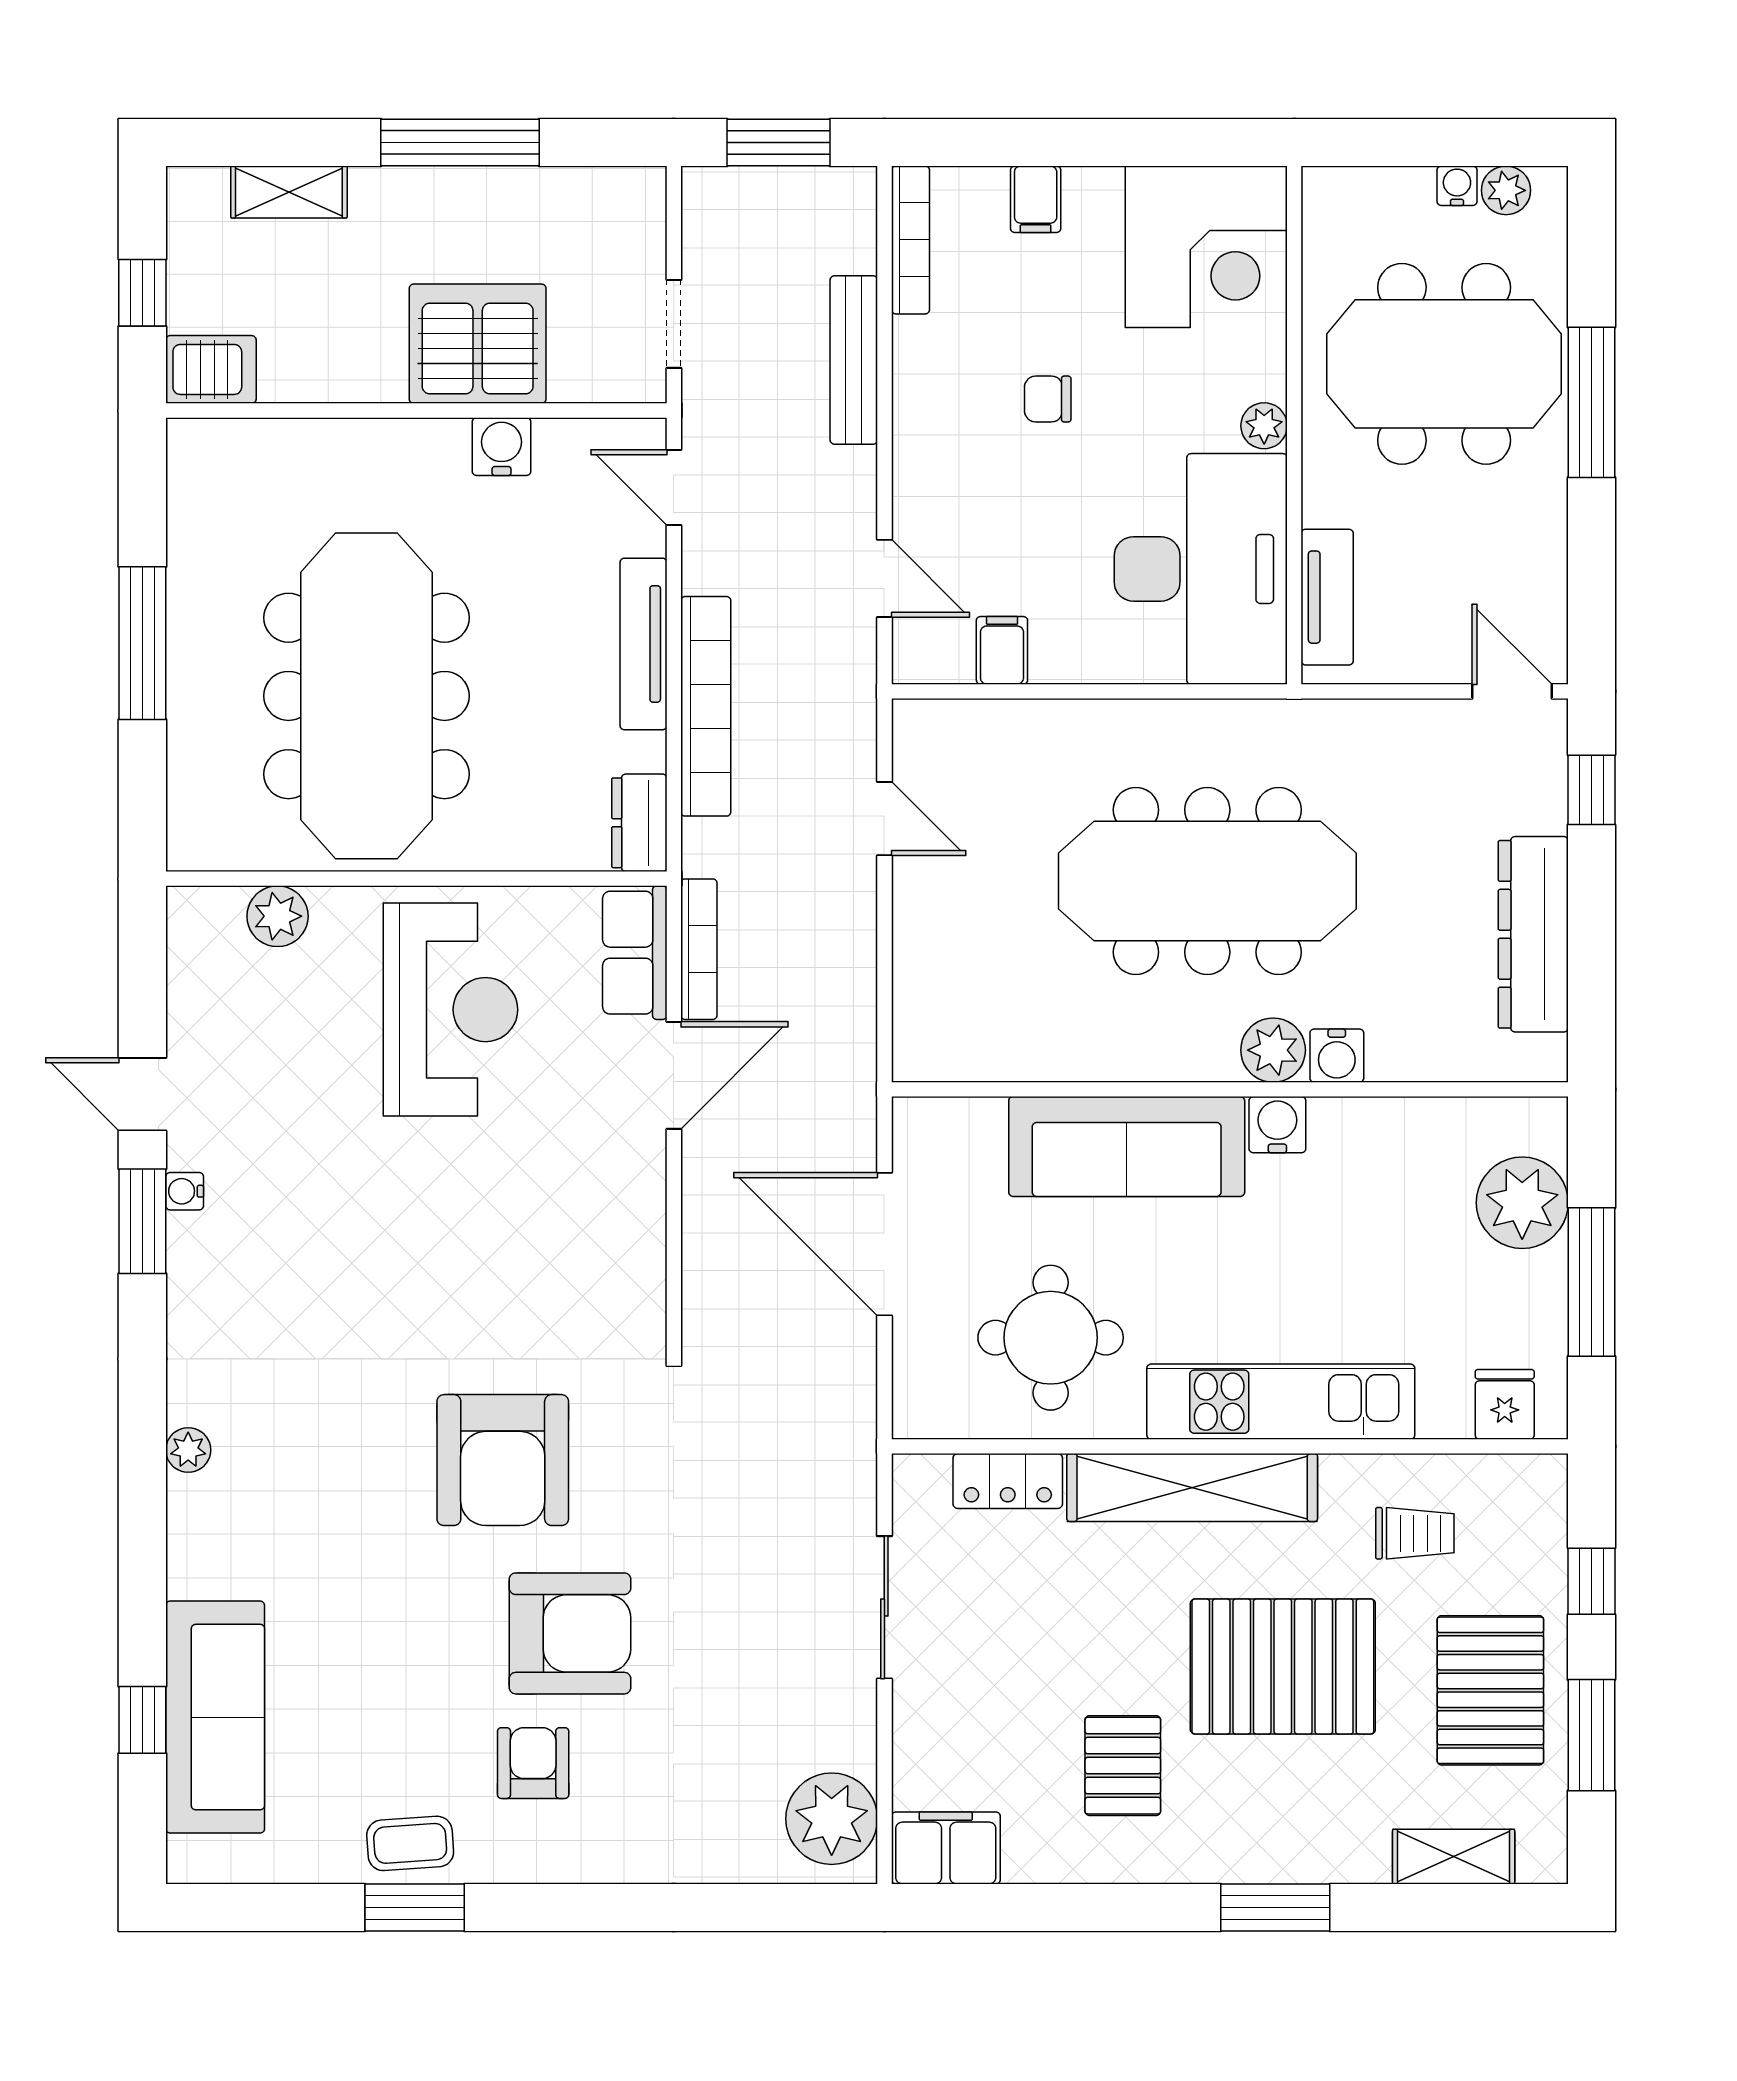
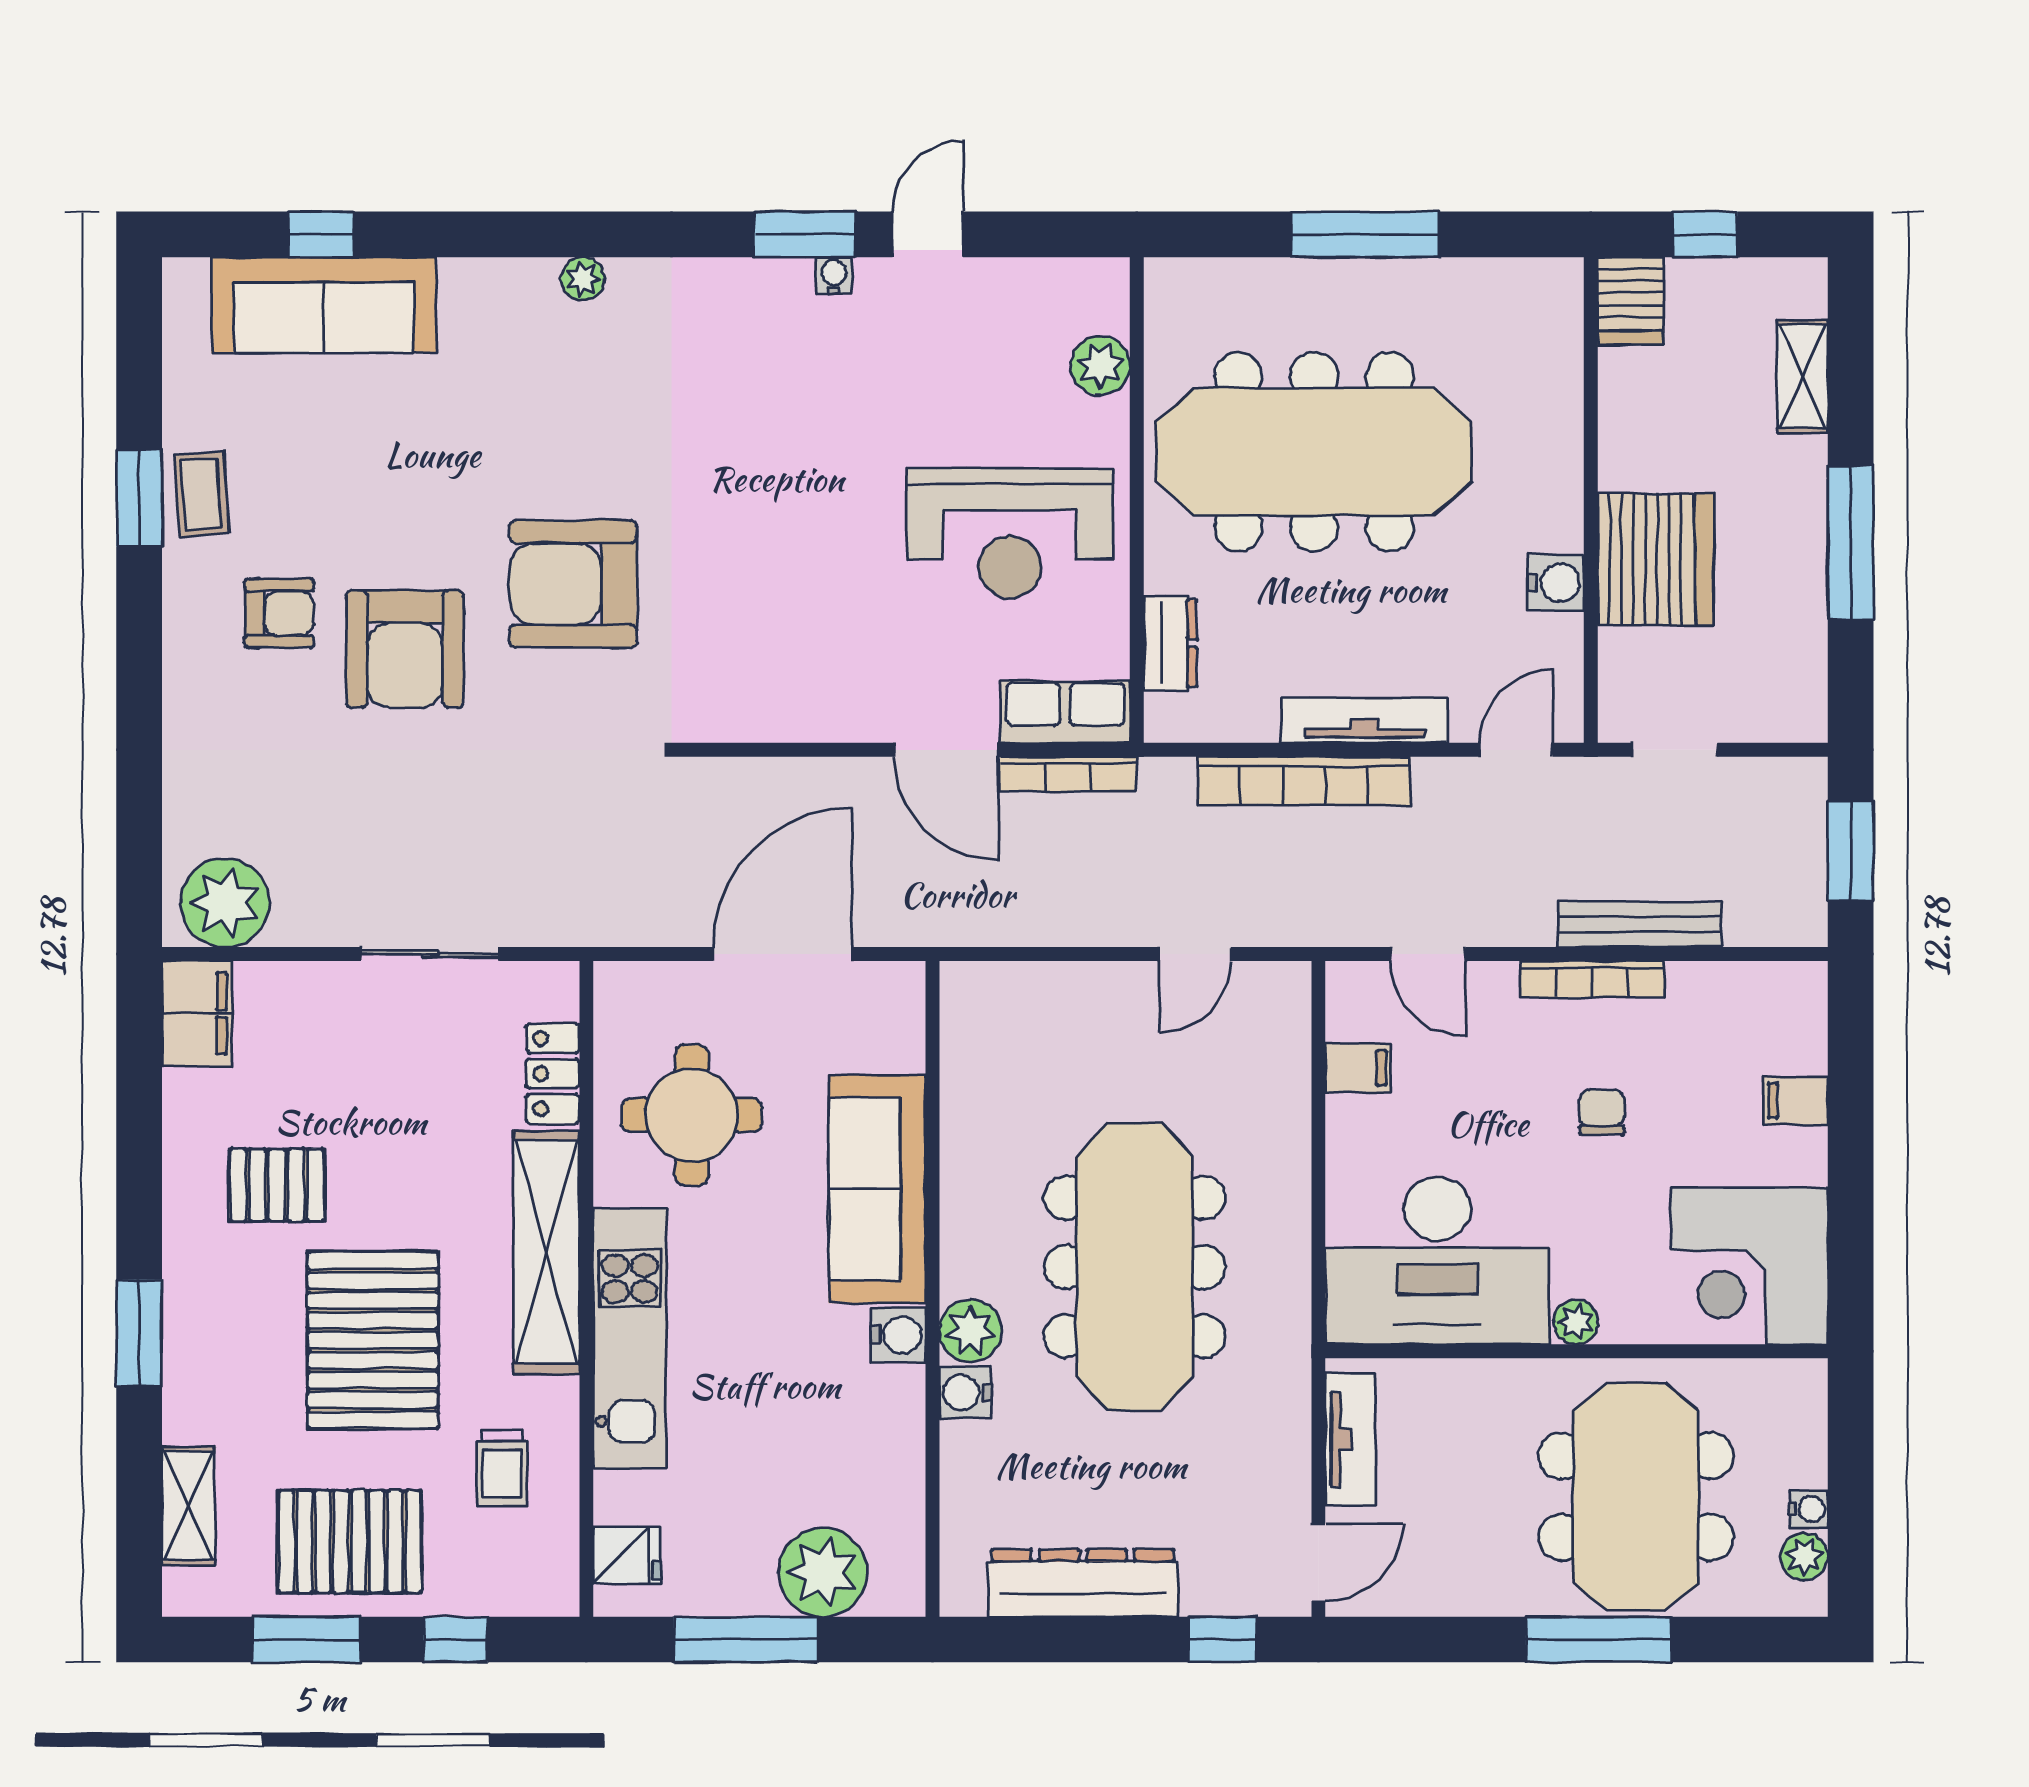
bookcase: (910, 240) -> (1592, 979), moved
door: (884, 578) -> (1428, 954), hinge flipped
tv unit: (1327, 597) -> (1350, 1439), moved, turned -90
dresser: (639, 823) -> (1170, 643), moved, turned 90

